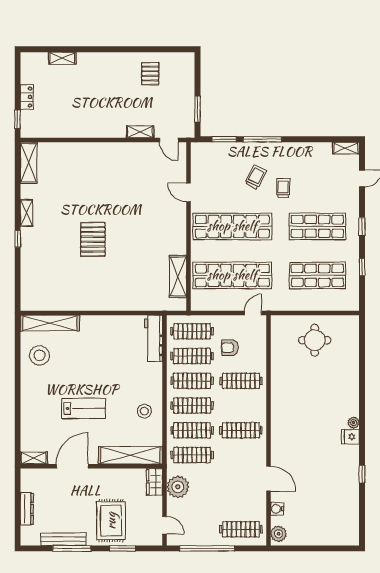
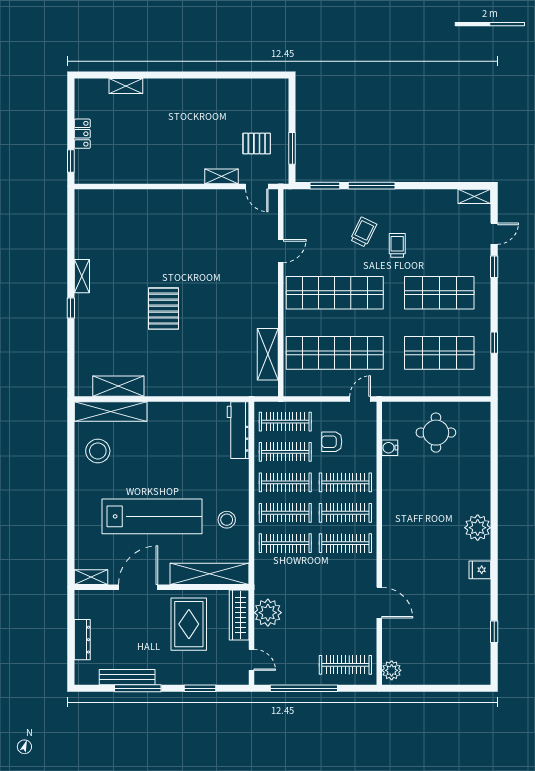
pallet: (150, 74) -> (257, 143), moved, turned 90
shelving: (29, 163) -> (118, 386), moved, turned 90
door: (188, 192) -> (281, 251), swing flipped
window: (362, 227) -> (494, 267), moved
lab bench: (84, 409) -> (152, 516), width x1.86, depth x1.39
plant: (354, 423) -> (478, 528), width x1.88, depth x1.88
fridge: (350, 437) -> (480, 570), moved
clothes rail: (192, 455) -> (345, 513), moved
window: (362, 474) -> (494, 632), moved
wardrobe: (154, 482) -> (239, 615), width x1.50
water cooler: (277, 509) -> (390, 448), moved
rug: (111, 521) -> (189, 624), moved

